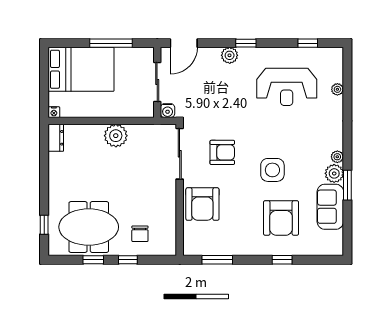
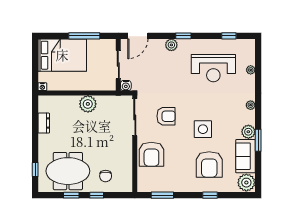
dresser: (56, 138) -> (44, 123), moved
plant: (337, 157) -> (251, 105), moved
plant: (332, 243) -> (246, 183), added

